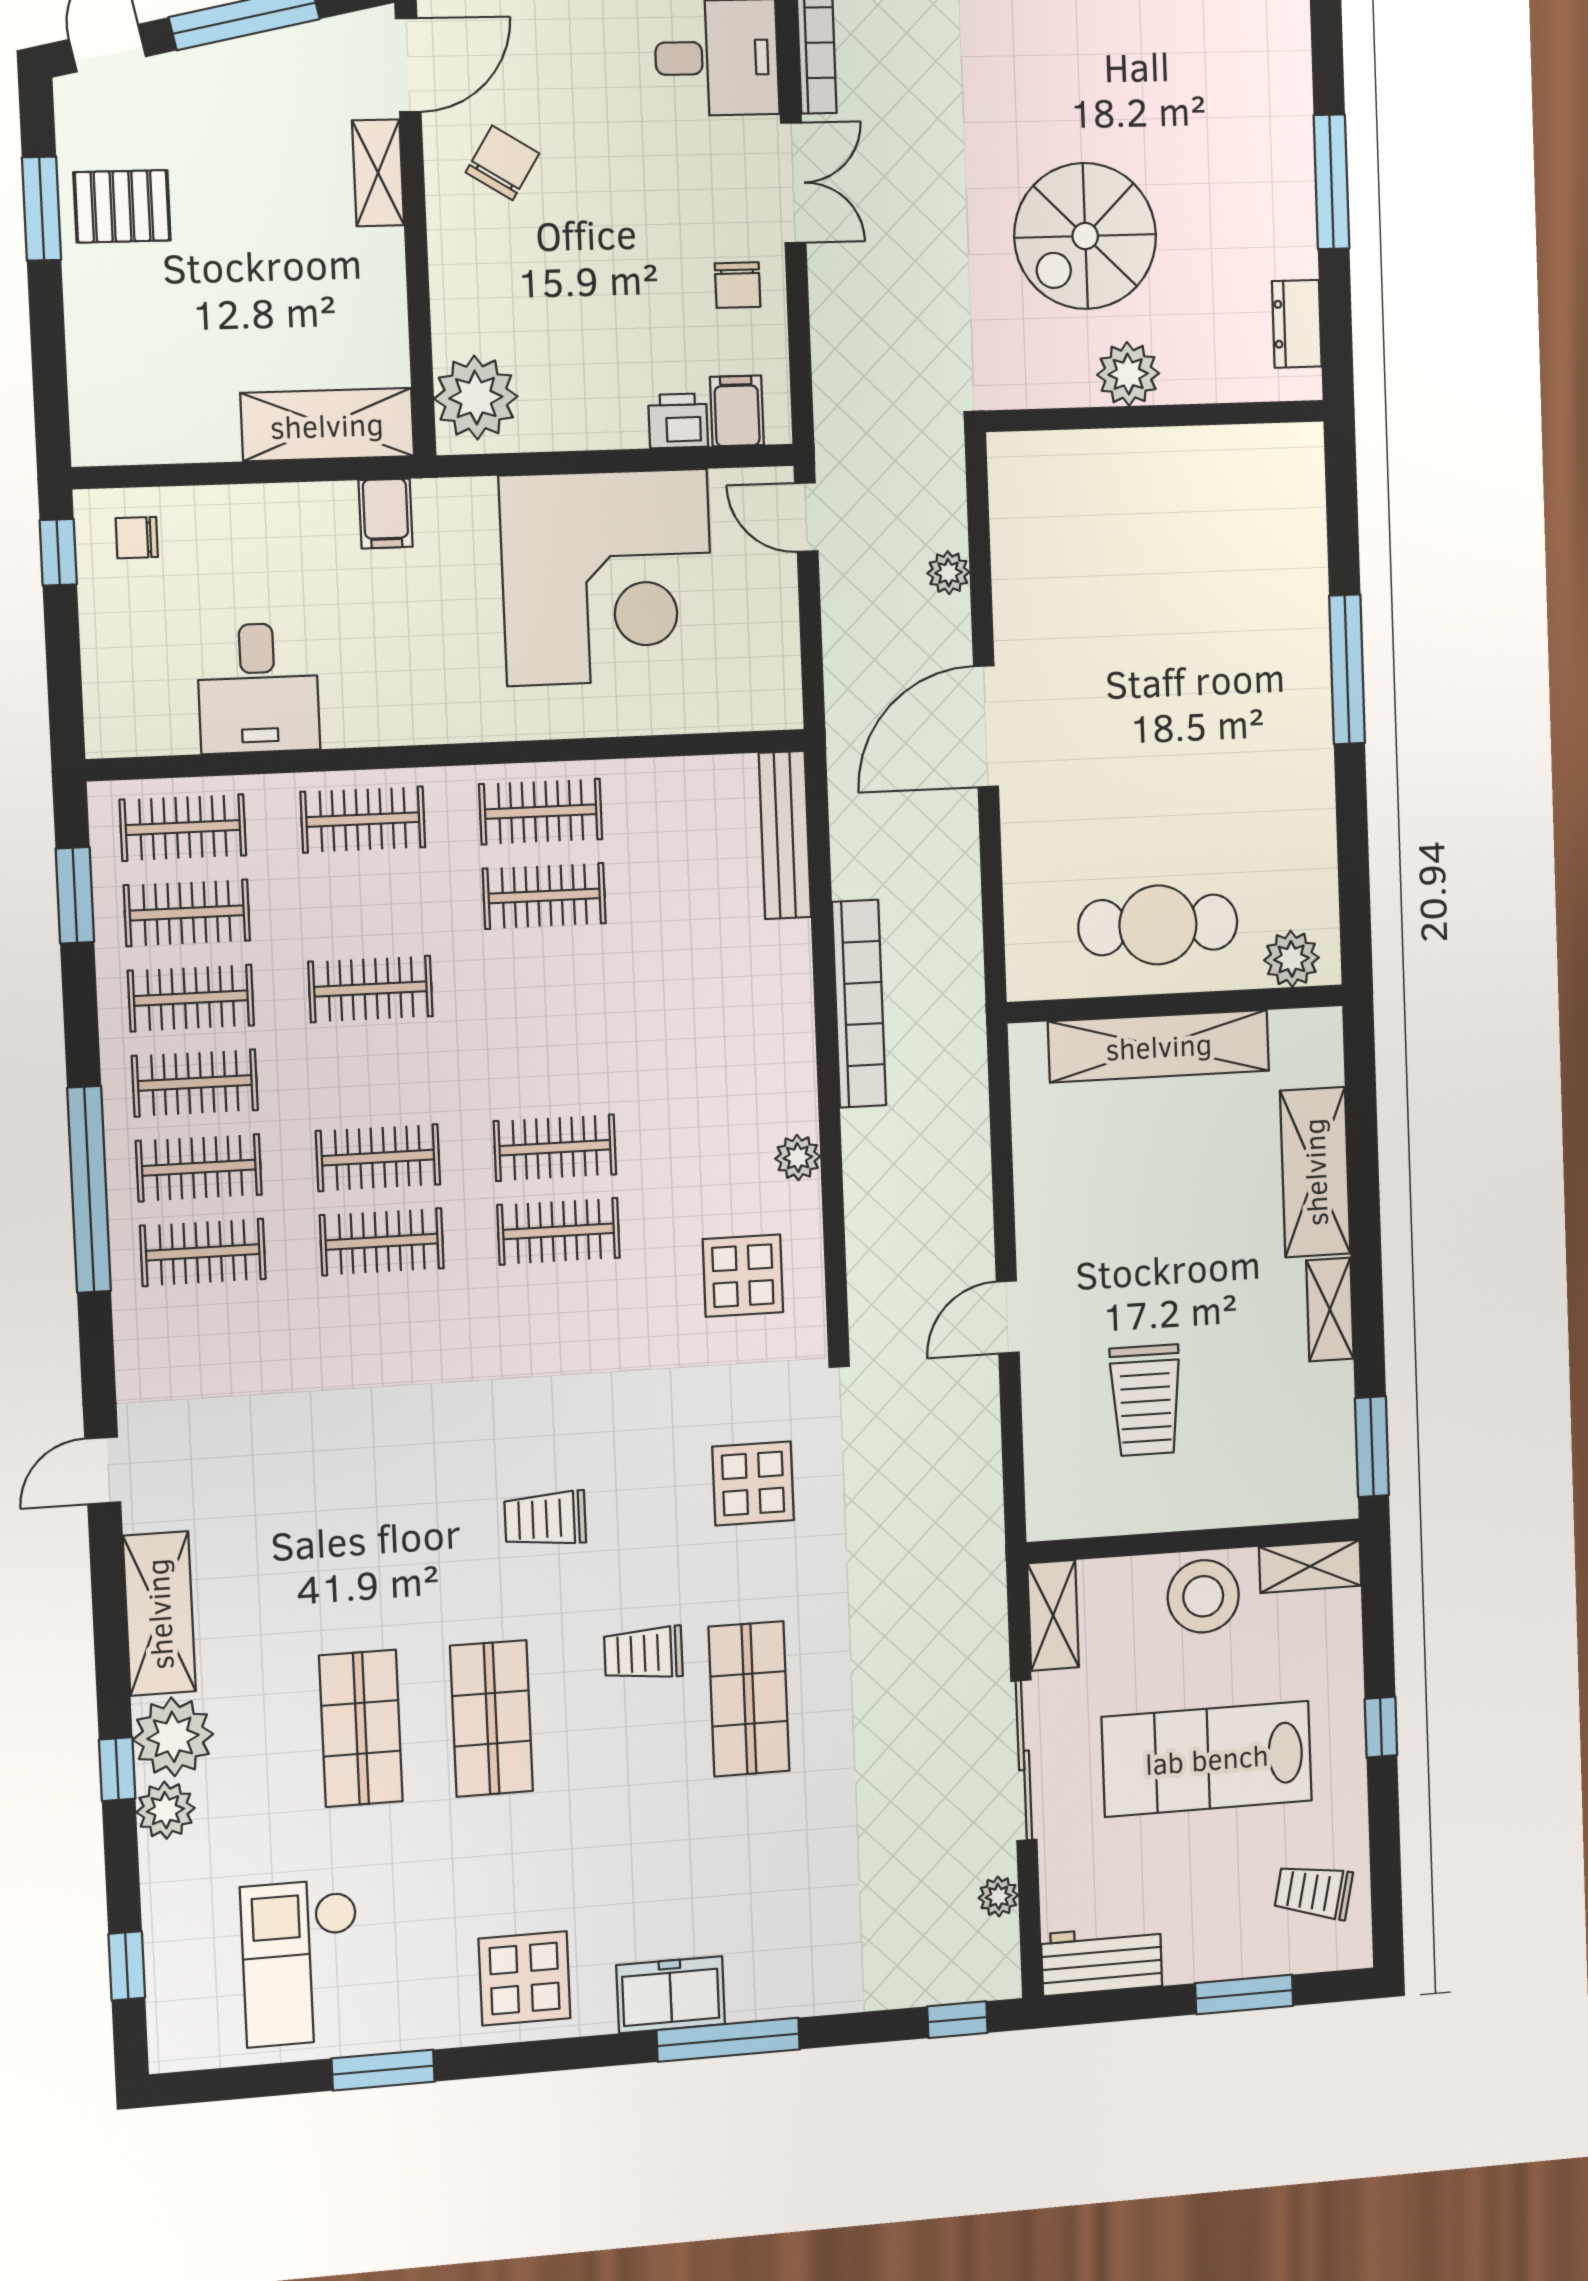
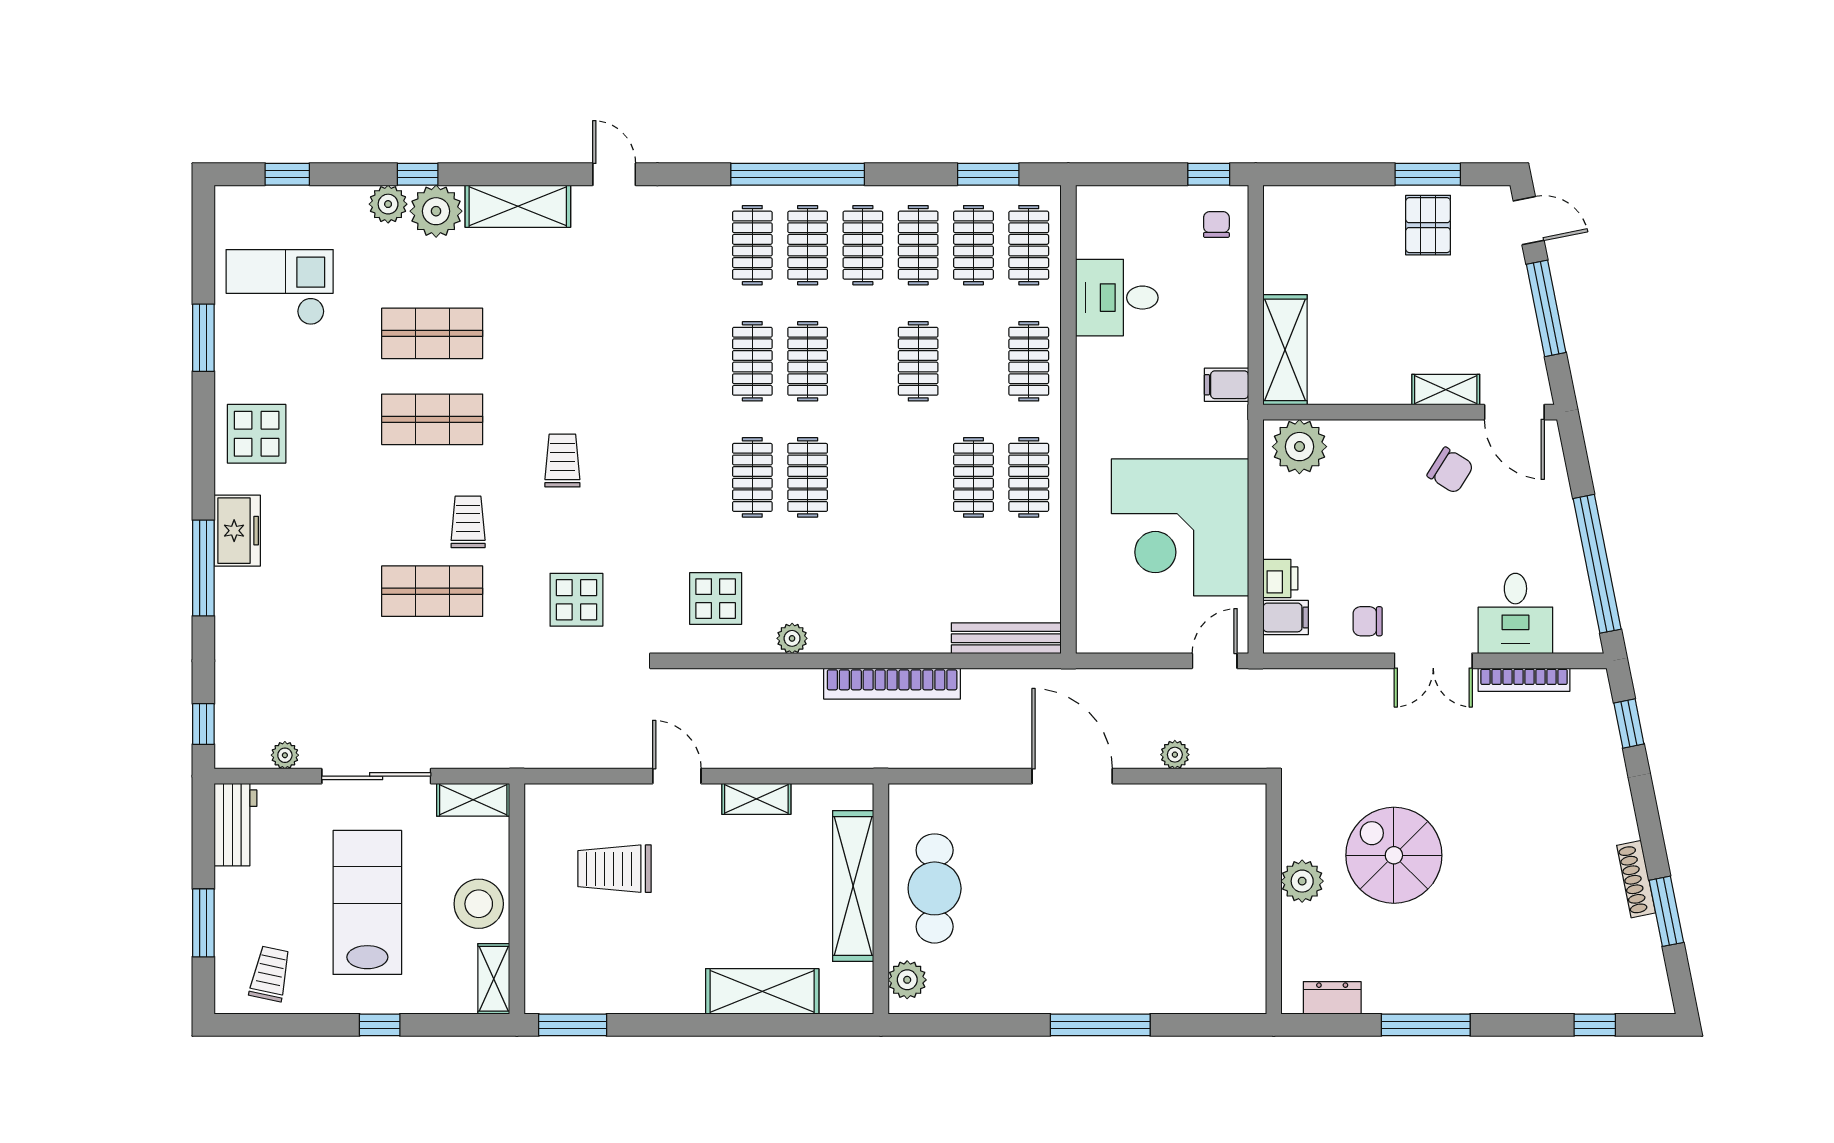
shelving: (1330, 1309) -> (756, 799), moved

